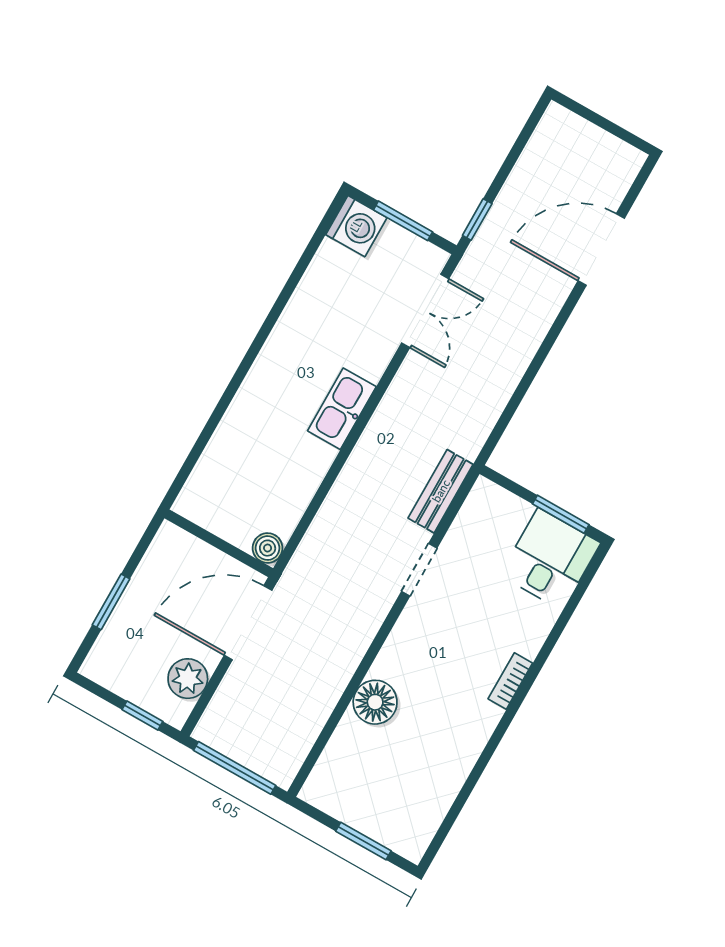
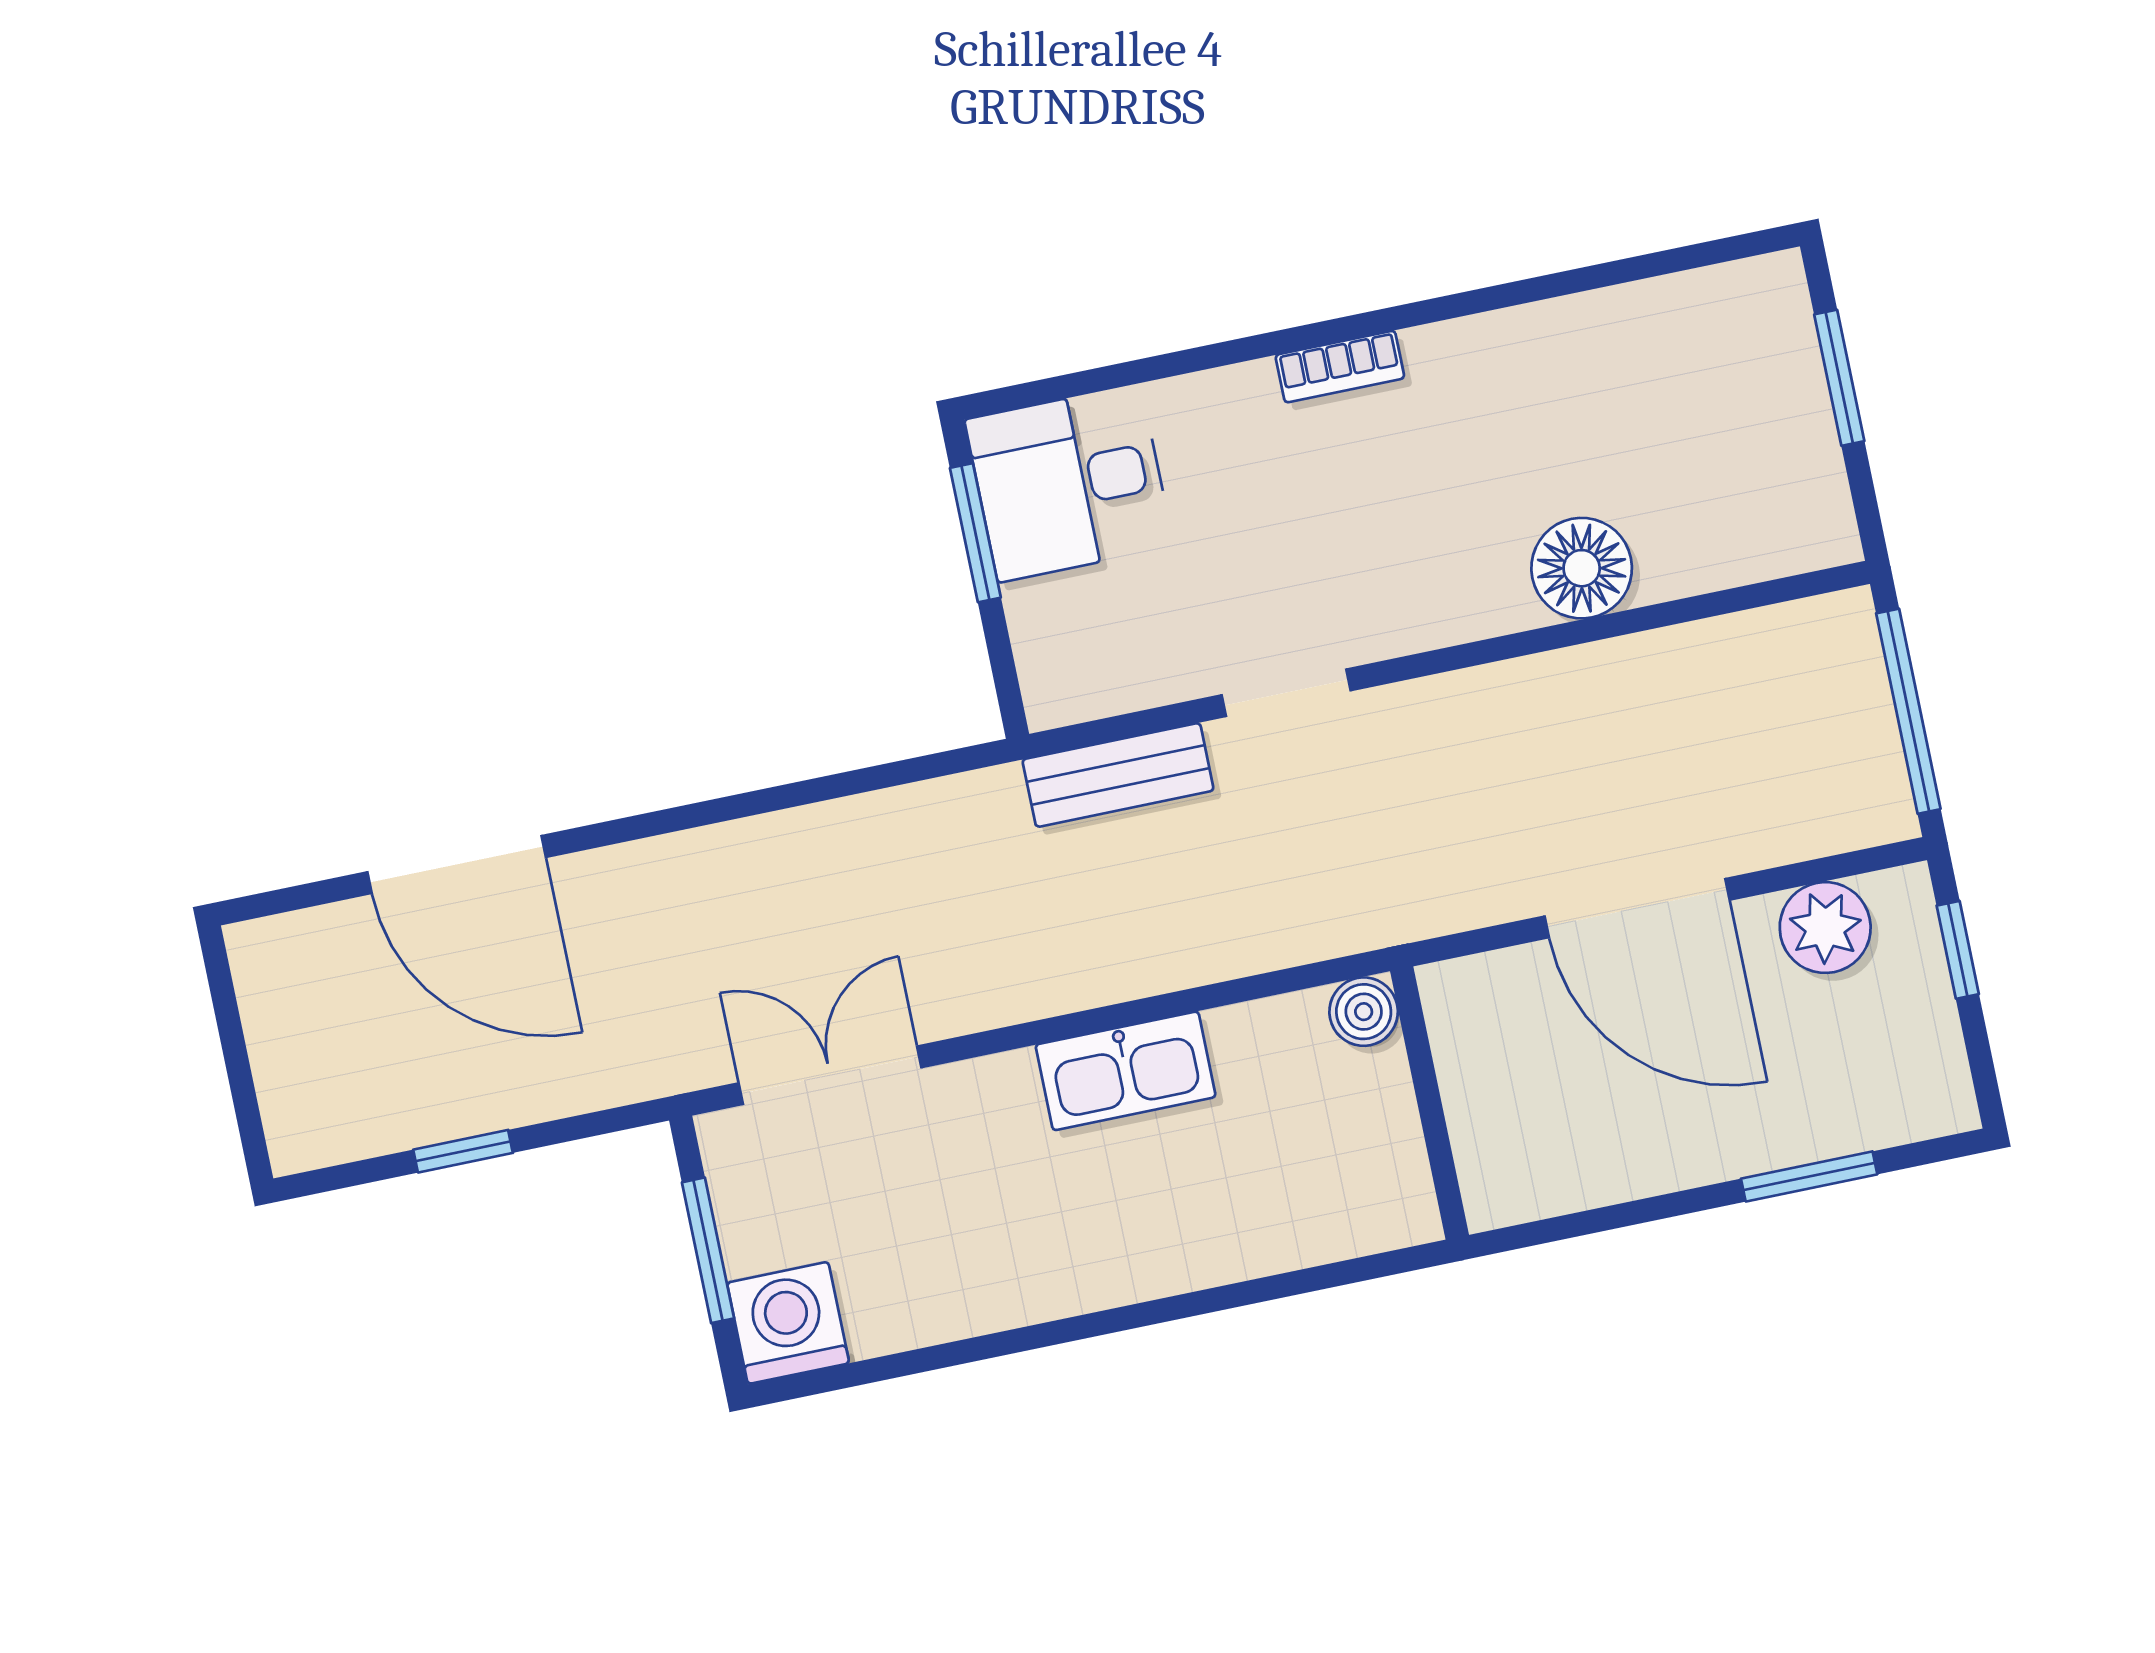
window: (477, 219) -> (463, 1151), moved
wall: (219, 543) -> (1430, 1103), moved
boiler: (268, 548) -> (1364, 1012), moved

